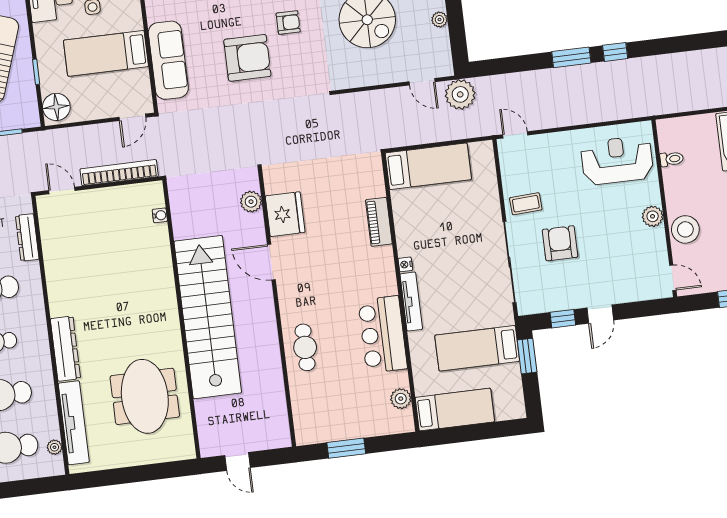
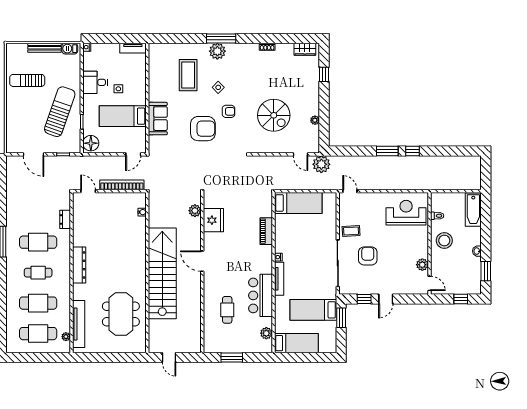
sofa: (168, 60) -> (158, 119), width x0.73
plant: (653, 216) -> (422, 265), moved
stool: (685, 229) -> (444, 240), moved
dresser: (27, 237) -> (65, 219), width x0.70
door: (271, 262) -> (202, 261), moved
cafe table: (305, 347) -> (227, 310), moved
dresser: (65, 349) -> (79, 265), moved

